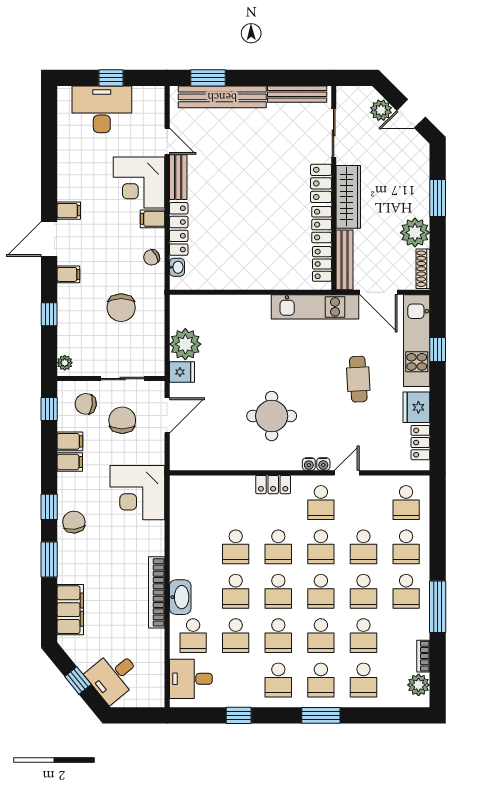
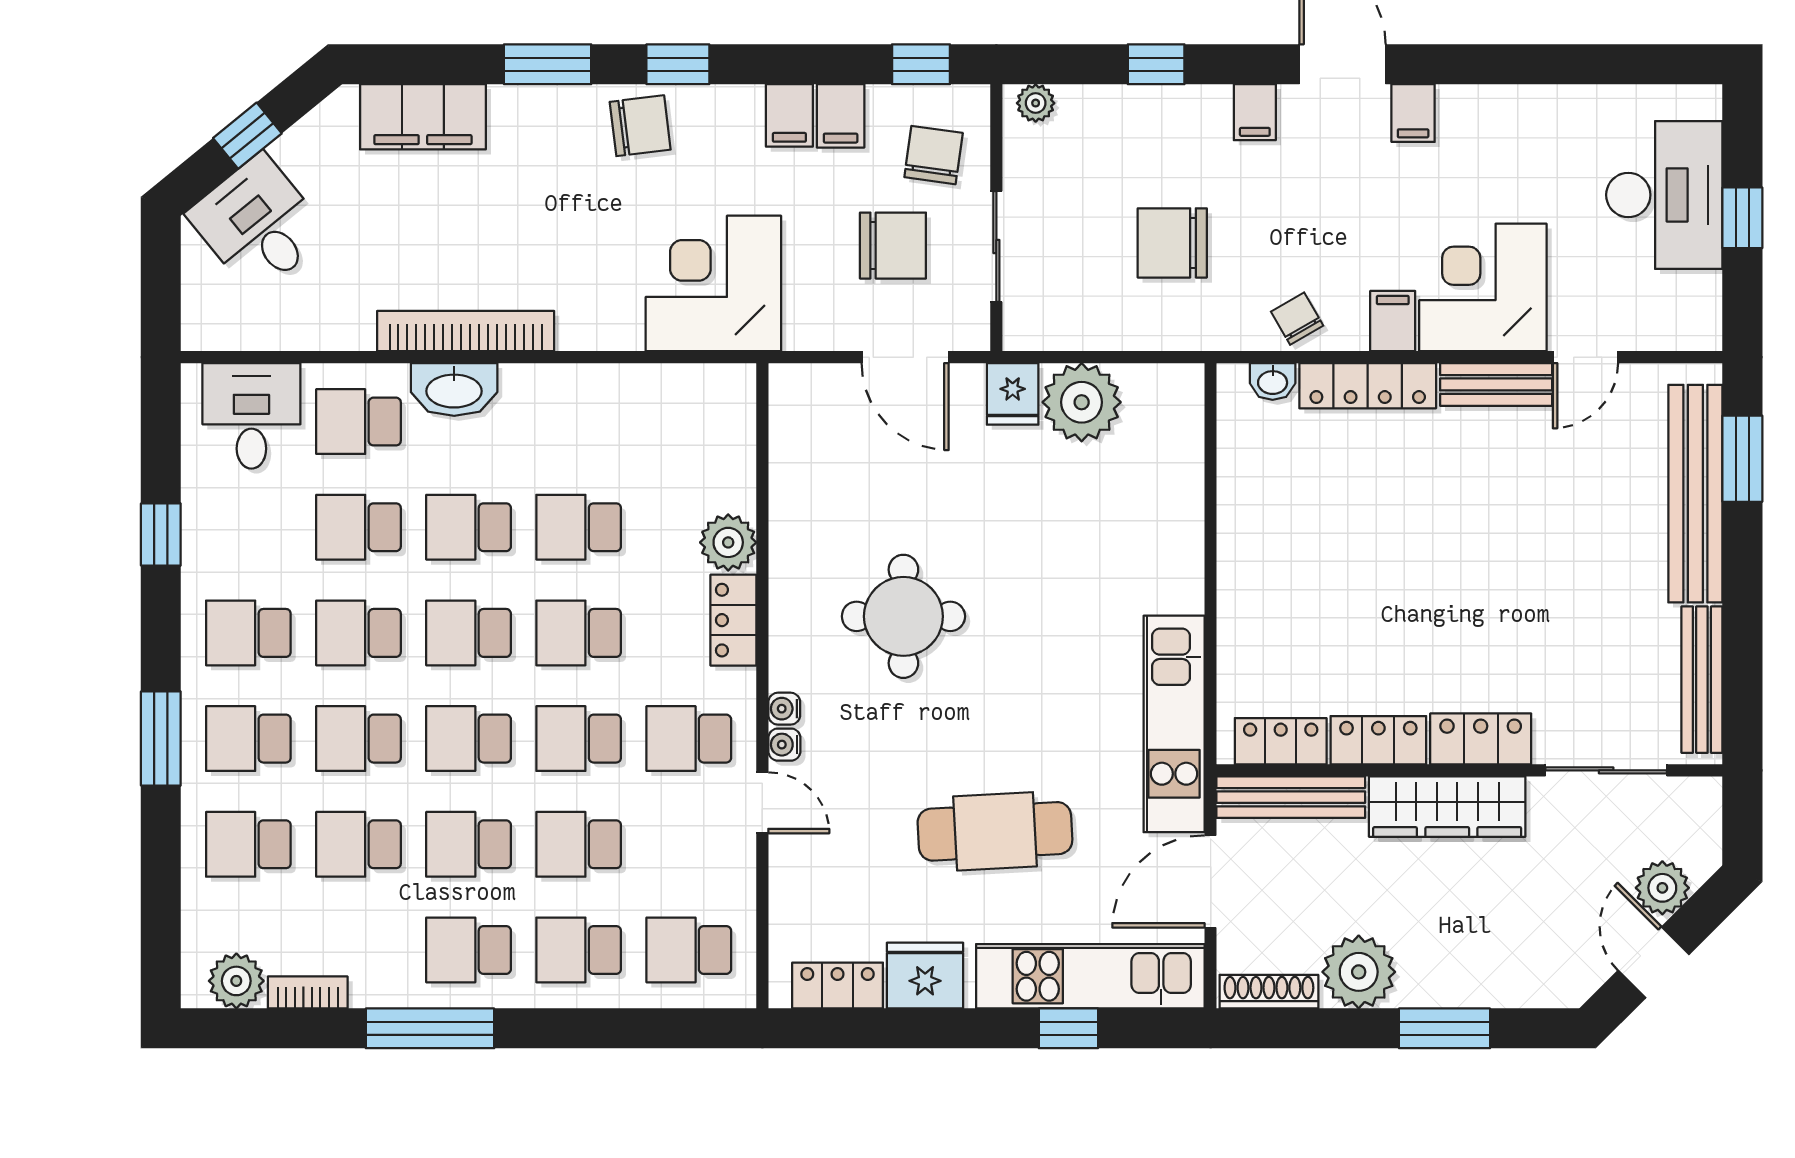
cafe table: (358, 379) -> (995, 831), width x1.37, depth x1.35
plant: (242, 487) -> (728, 542), added

